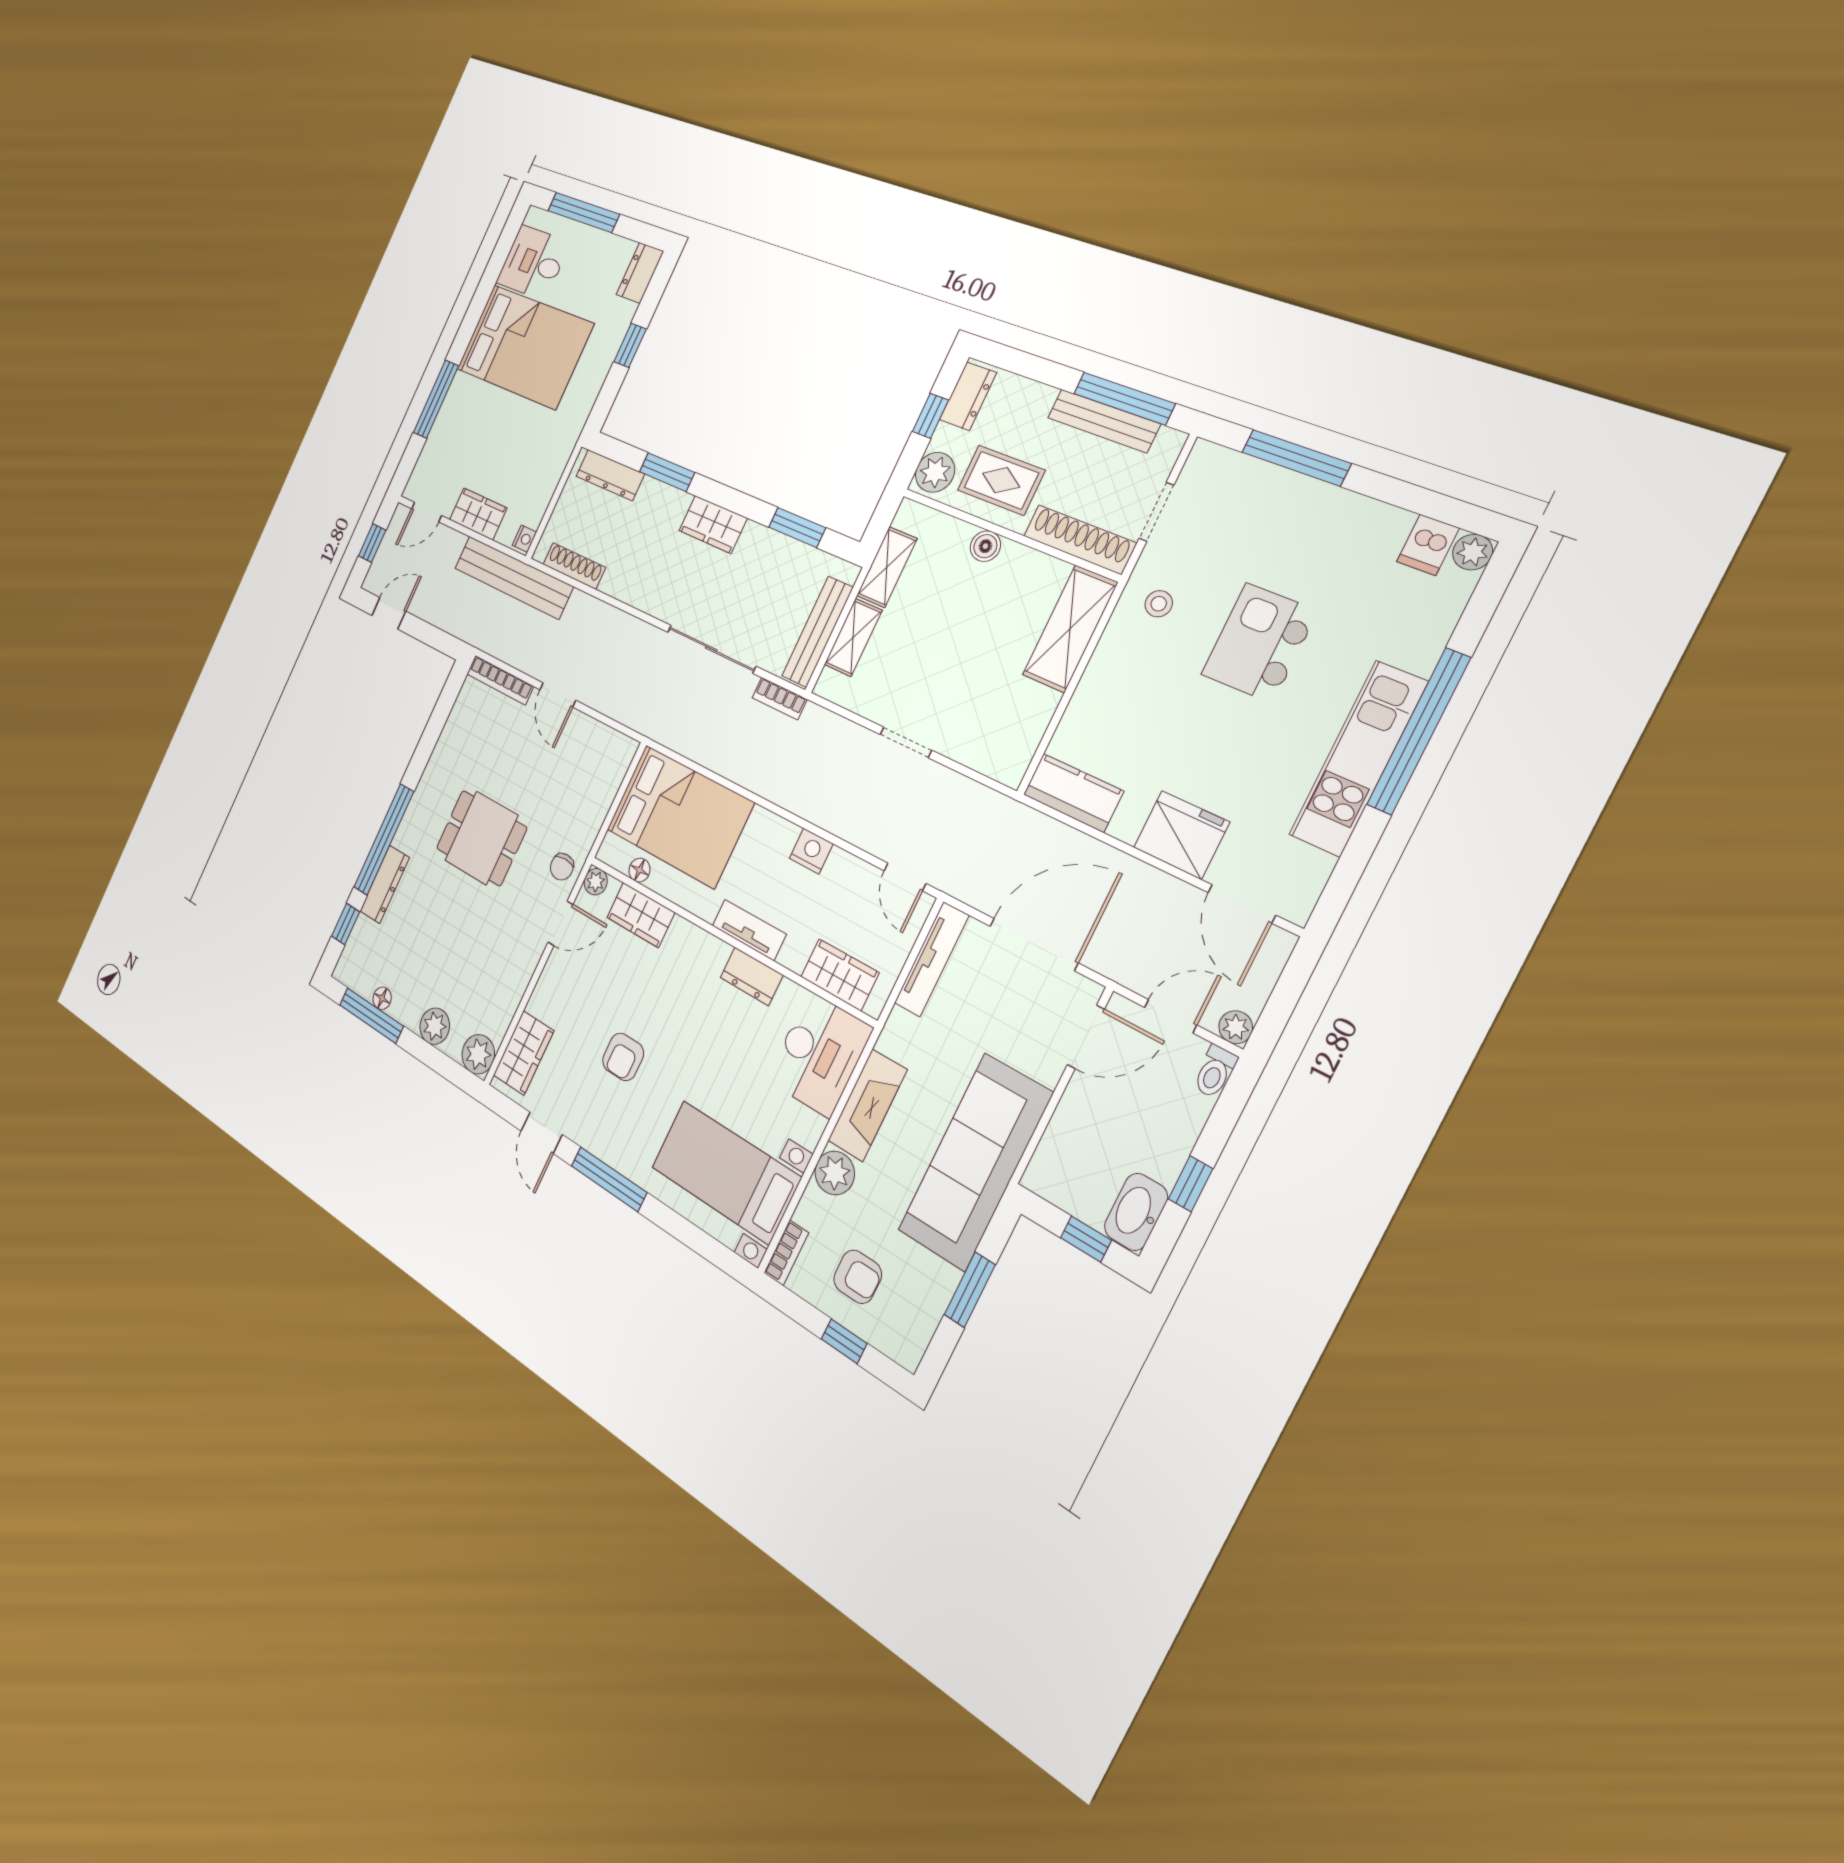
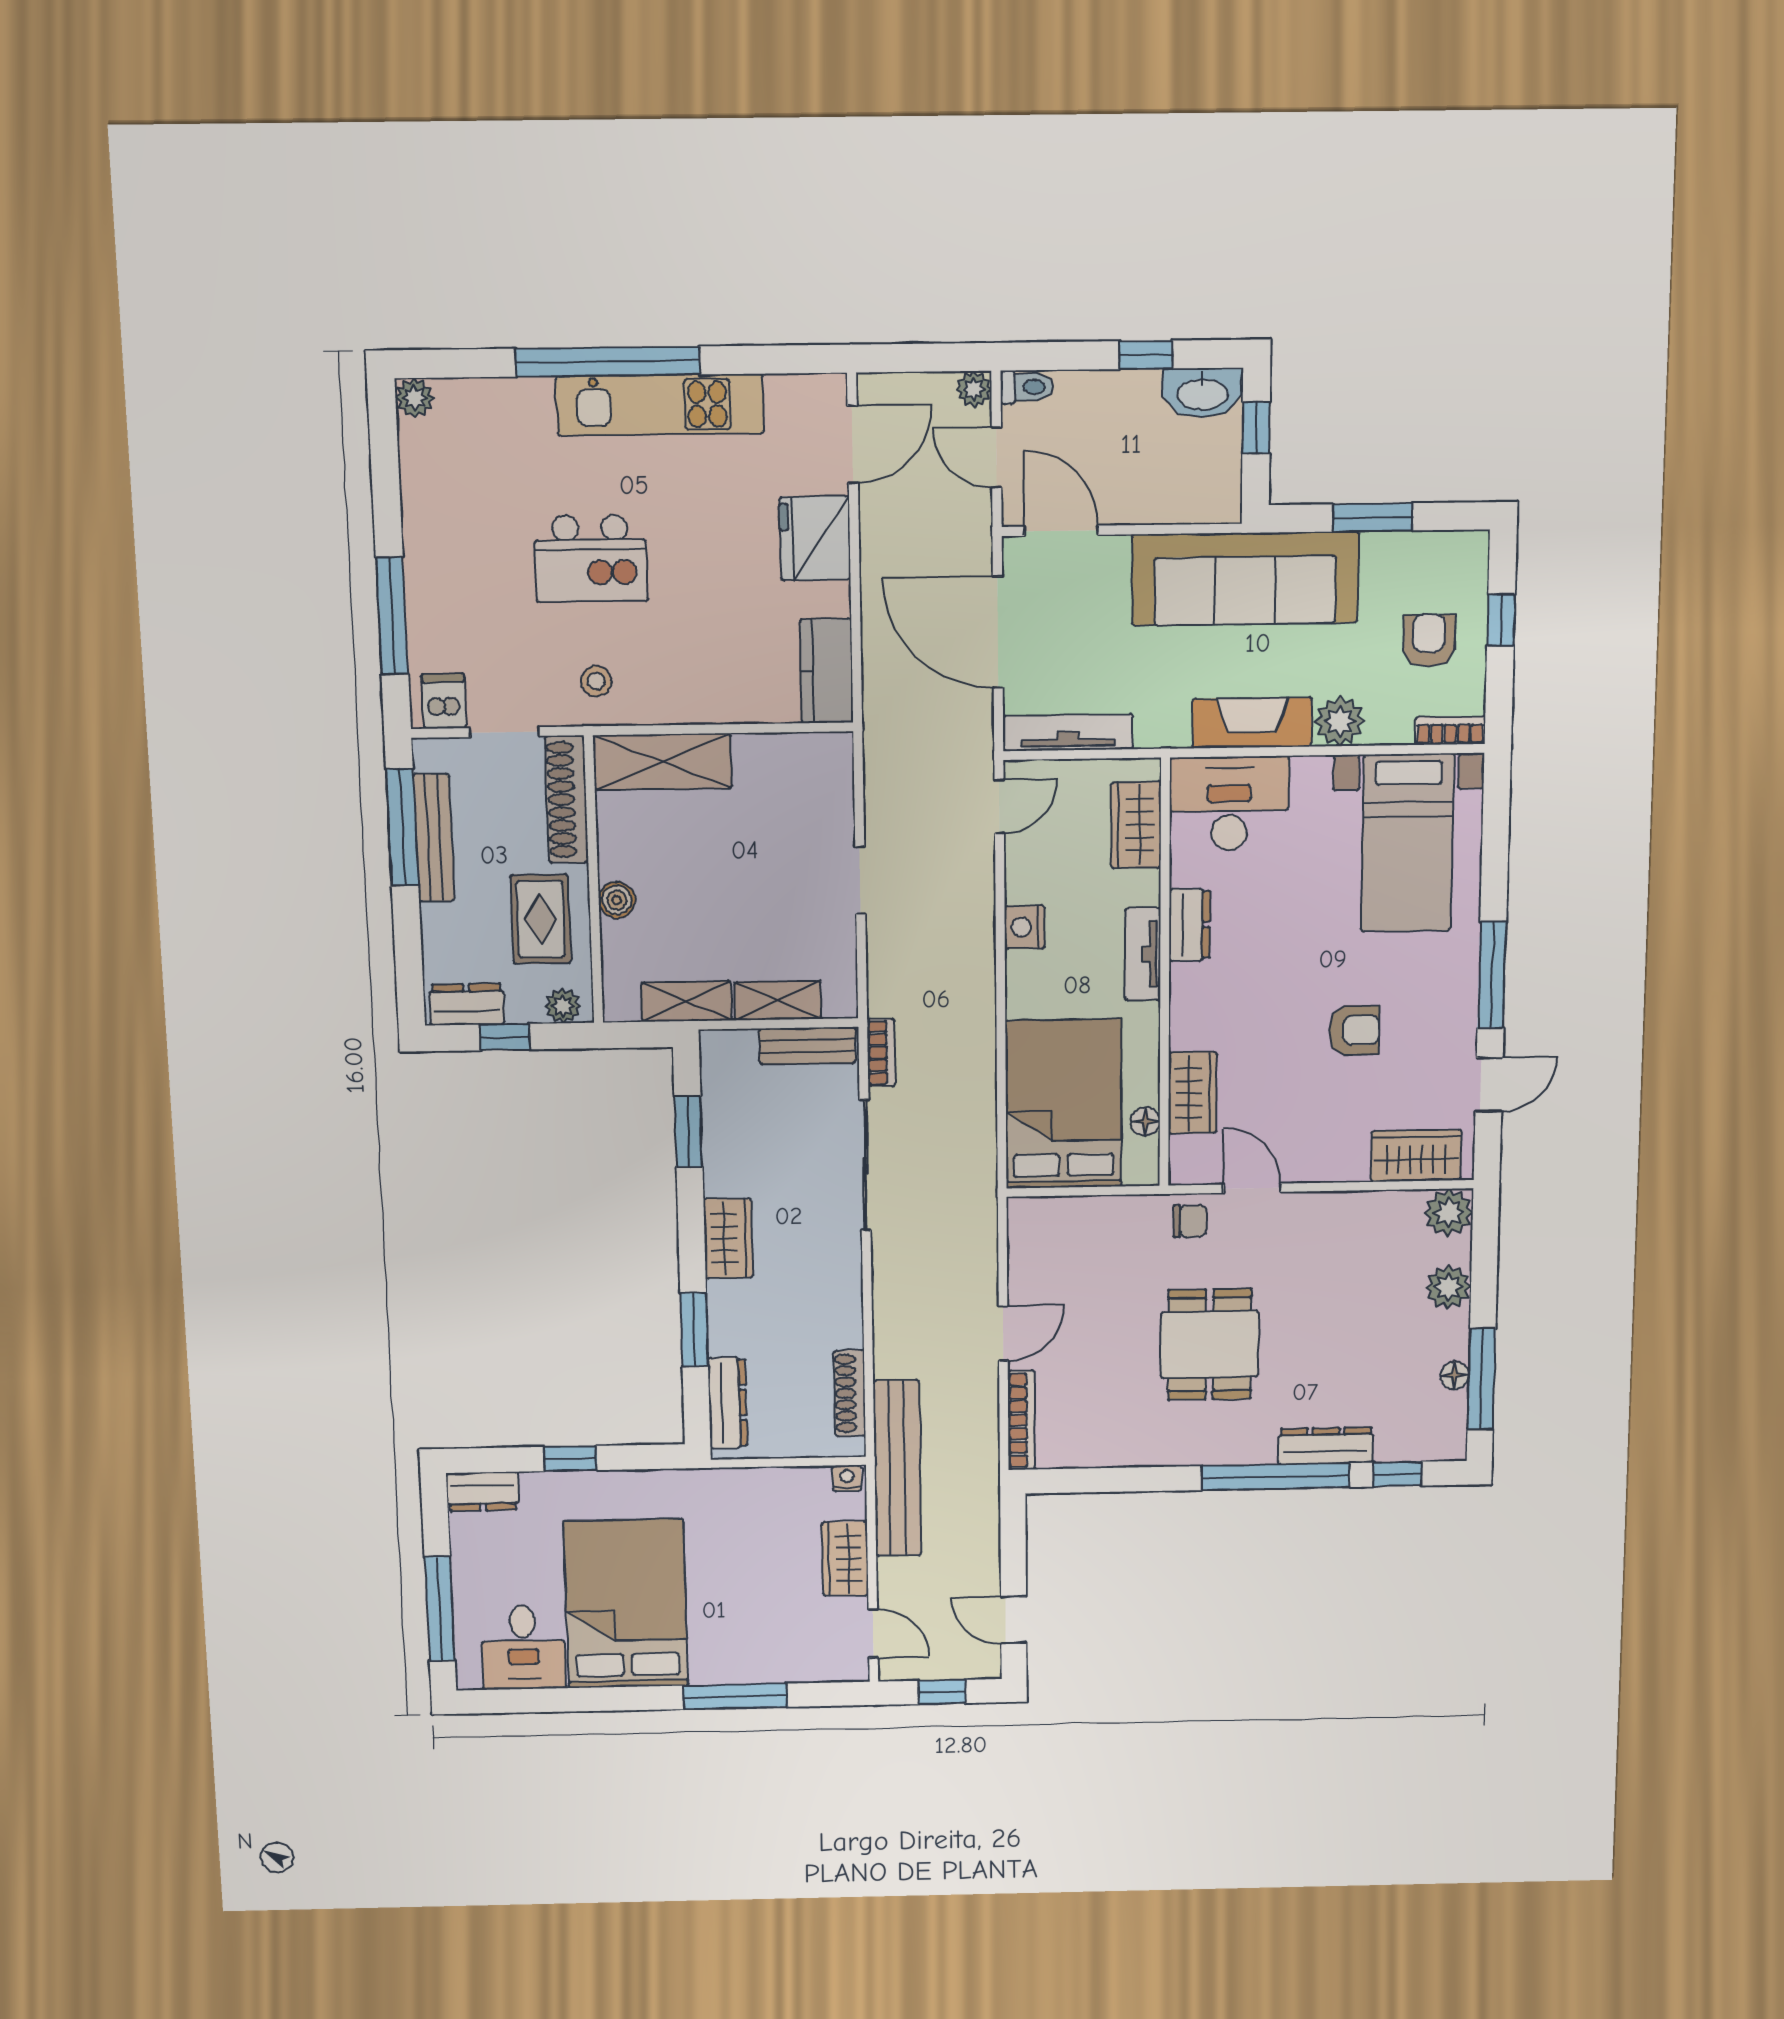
plant: (935, 472) -> (563, 1006), width x0.73, depth x0.73
dishwasher: (1428, 545) -> (444, 701), moved, turned -90
bench: (817, 632) -> (808, 1046), width x0.73
plant: (596, 882) -> (1185, 1169), removed

